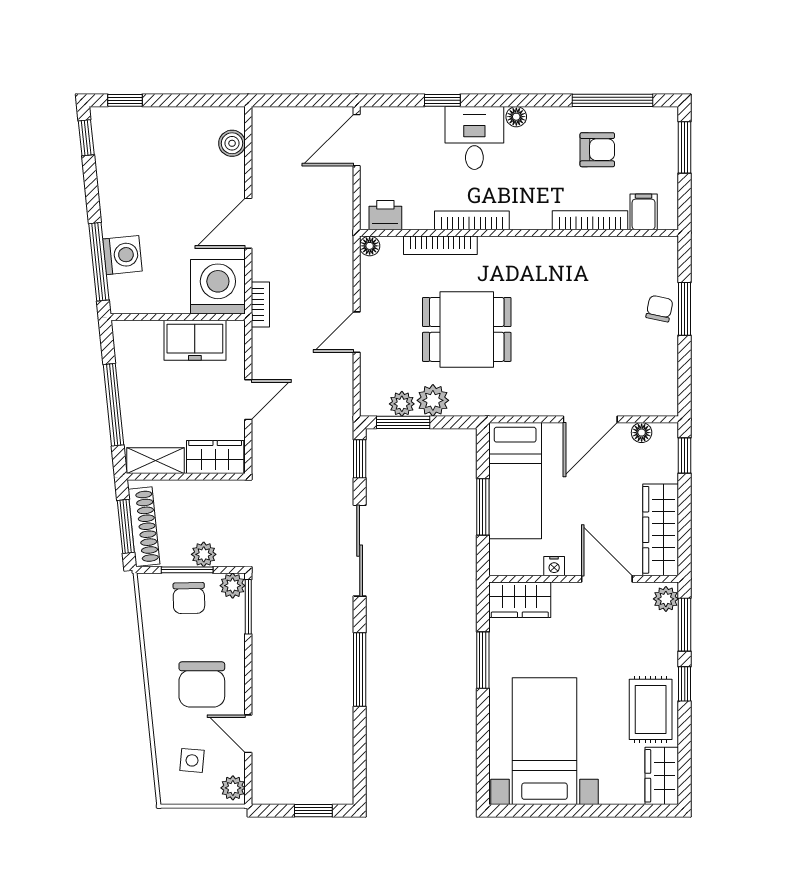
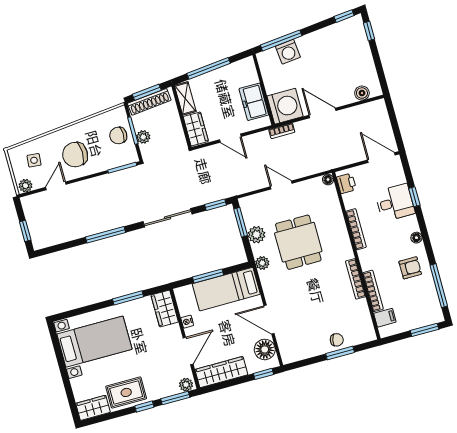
desk: (474, 138) -> (395, 203), moved
armchair: (597, 150) -> (410, 268), moved, turned -90
bookcase: (440, 245) -> (356, 279), moved
plant: (402, 404) -> (262, 263), moved
floor lamp: (642, 433) -> (265, 349), width x1.89, depth x1.89
plant: (233, 586) -> (131, 156), removed

